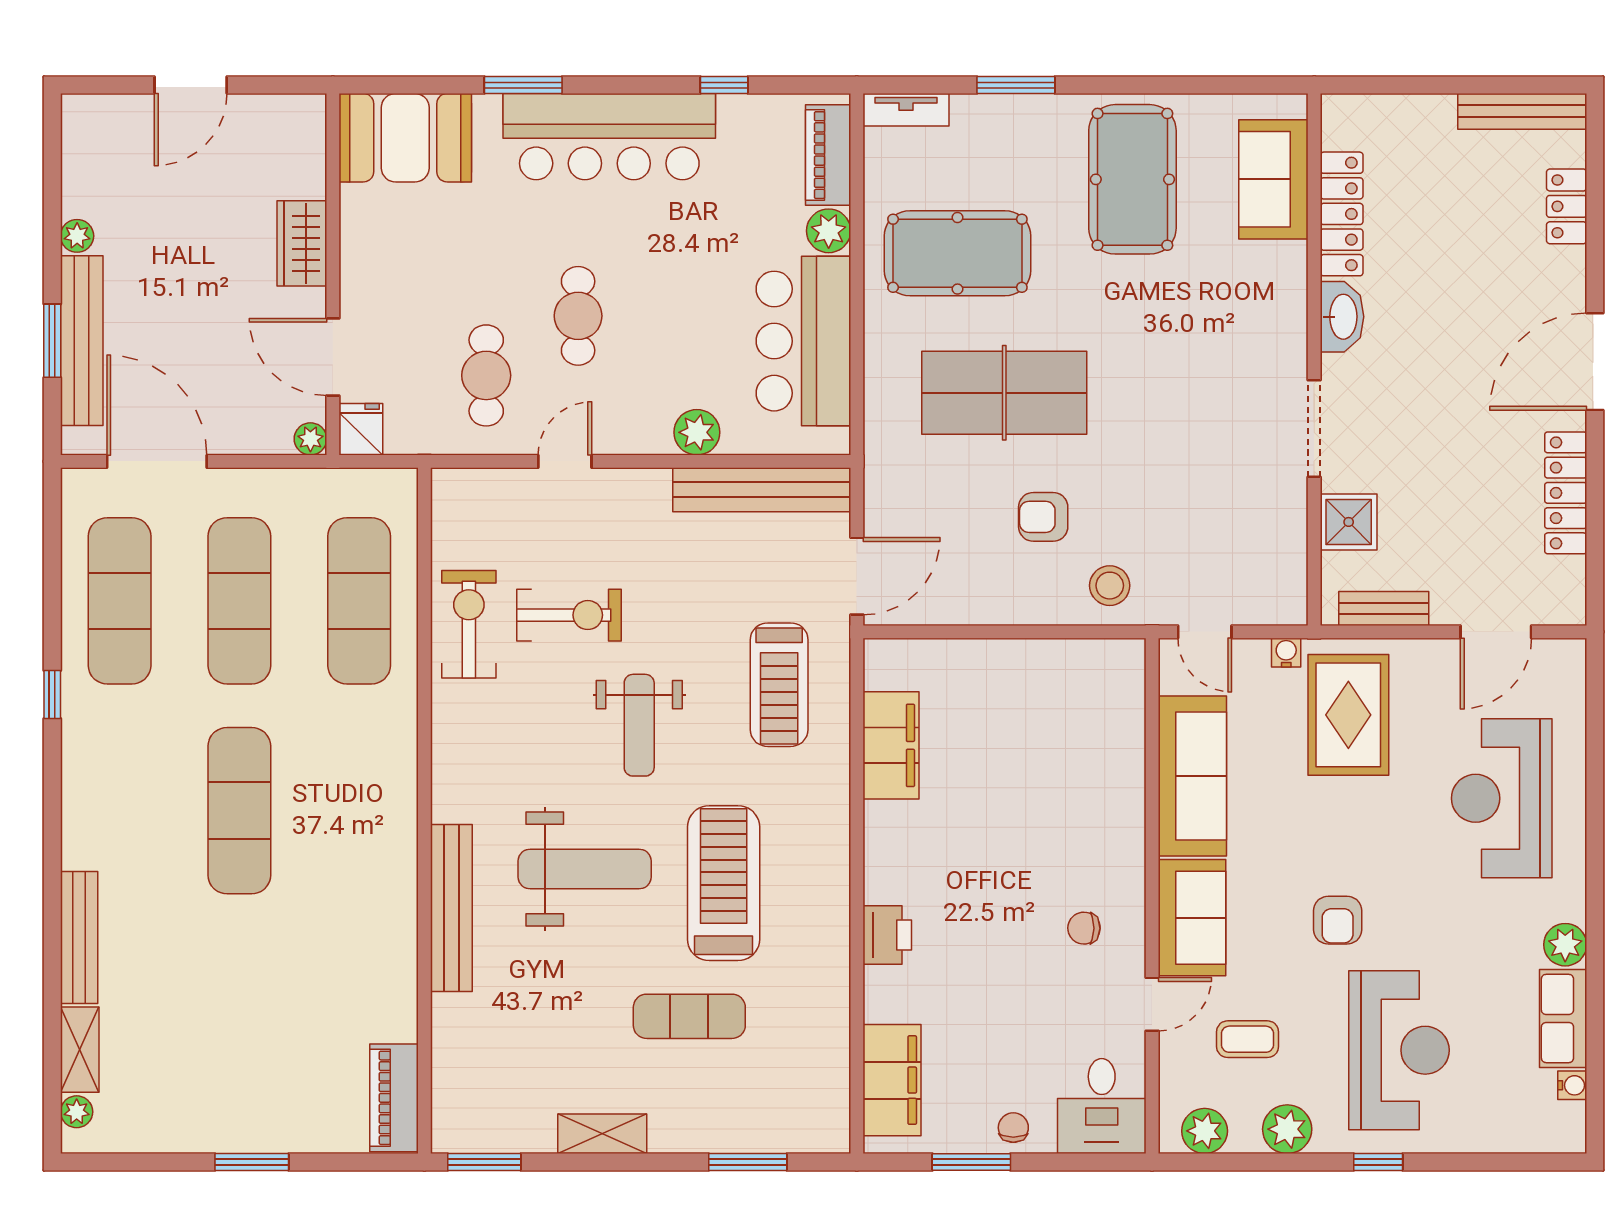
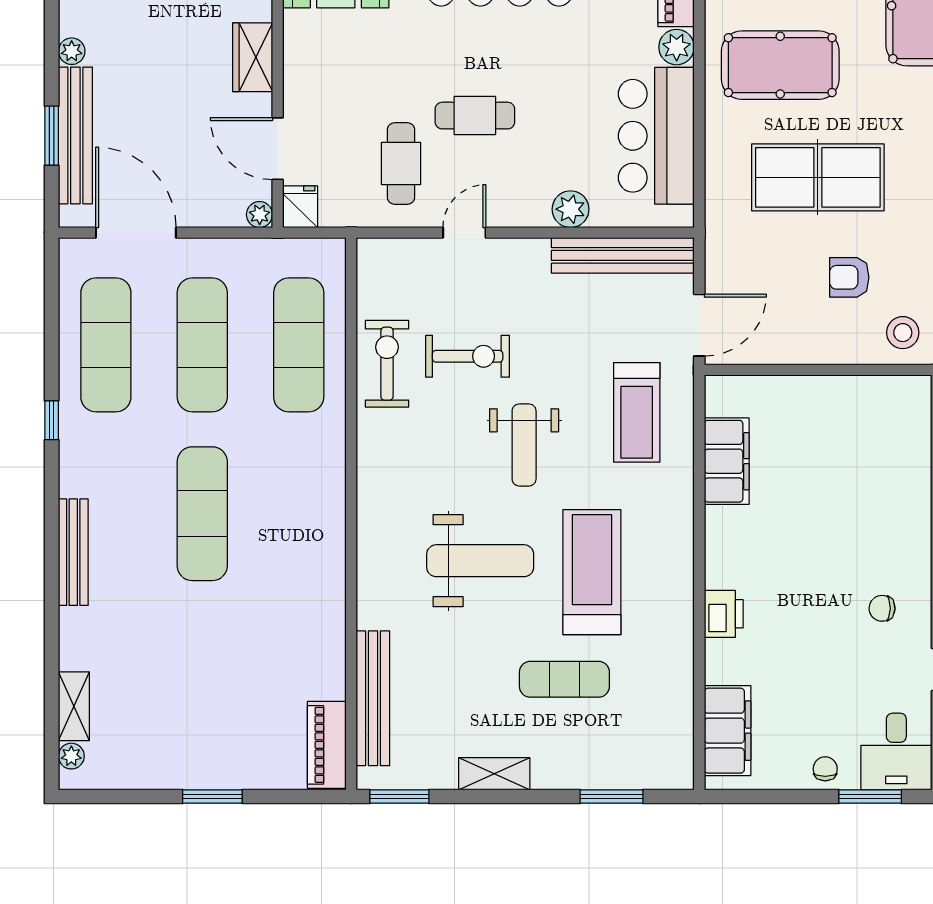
cafe table: (578, 316) -> (475, 116), turned 90
bench: (451, 908) -> (373, 698), moved
bench: (79, 937) -> (73, 552), moved
window: (971, 1162) -> (870, 797), moved

